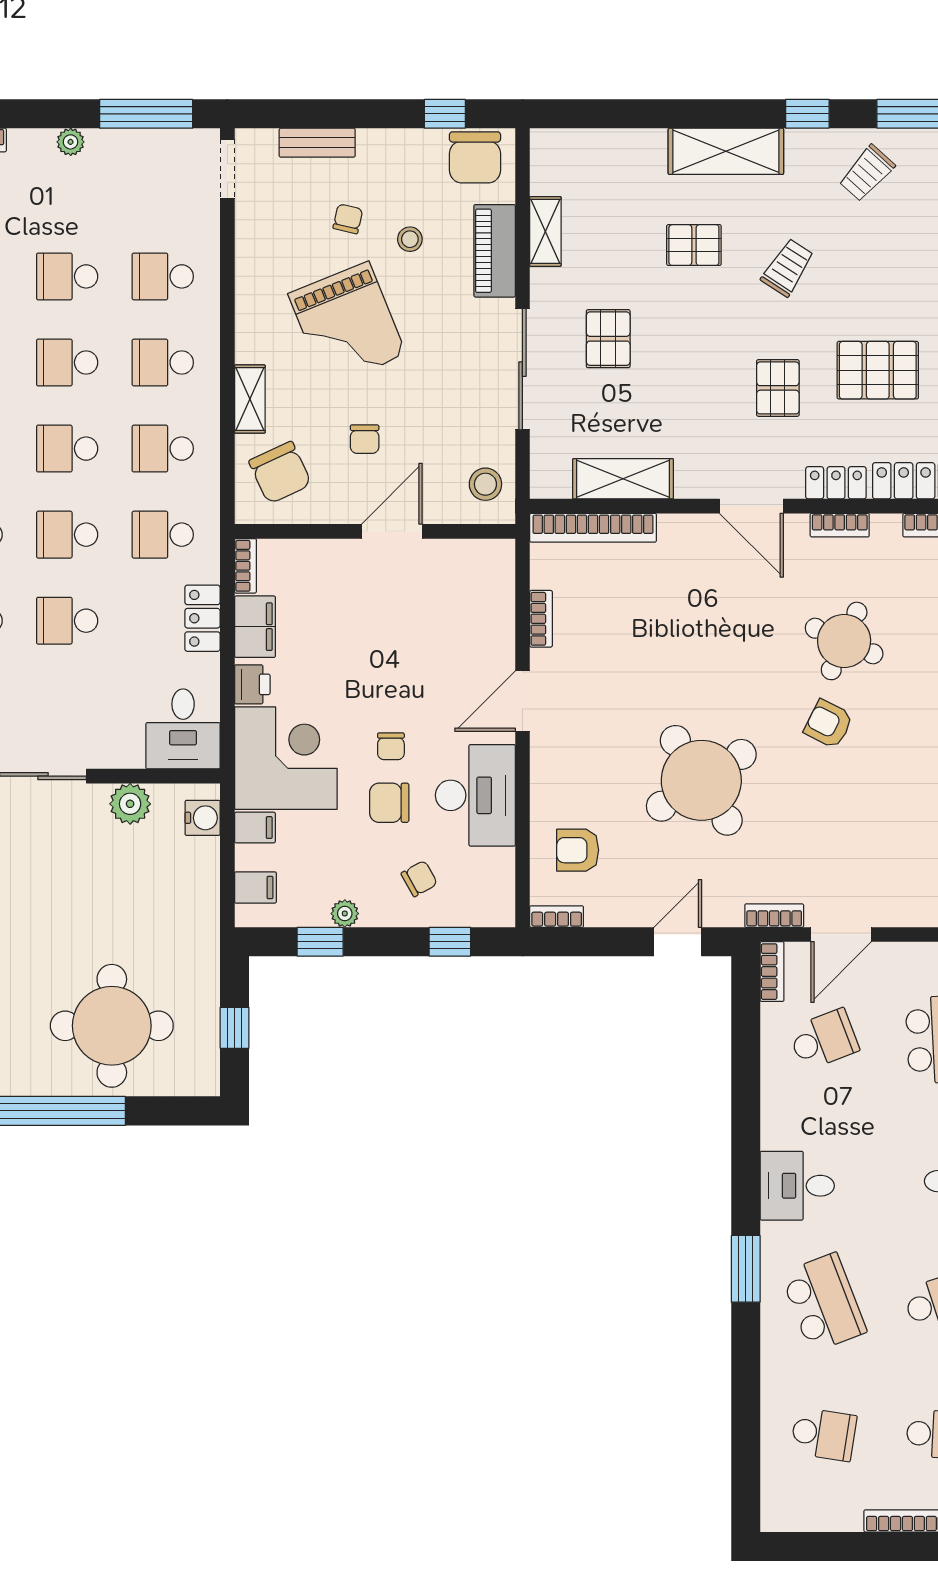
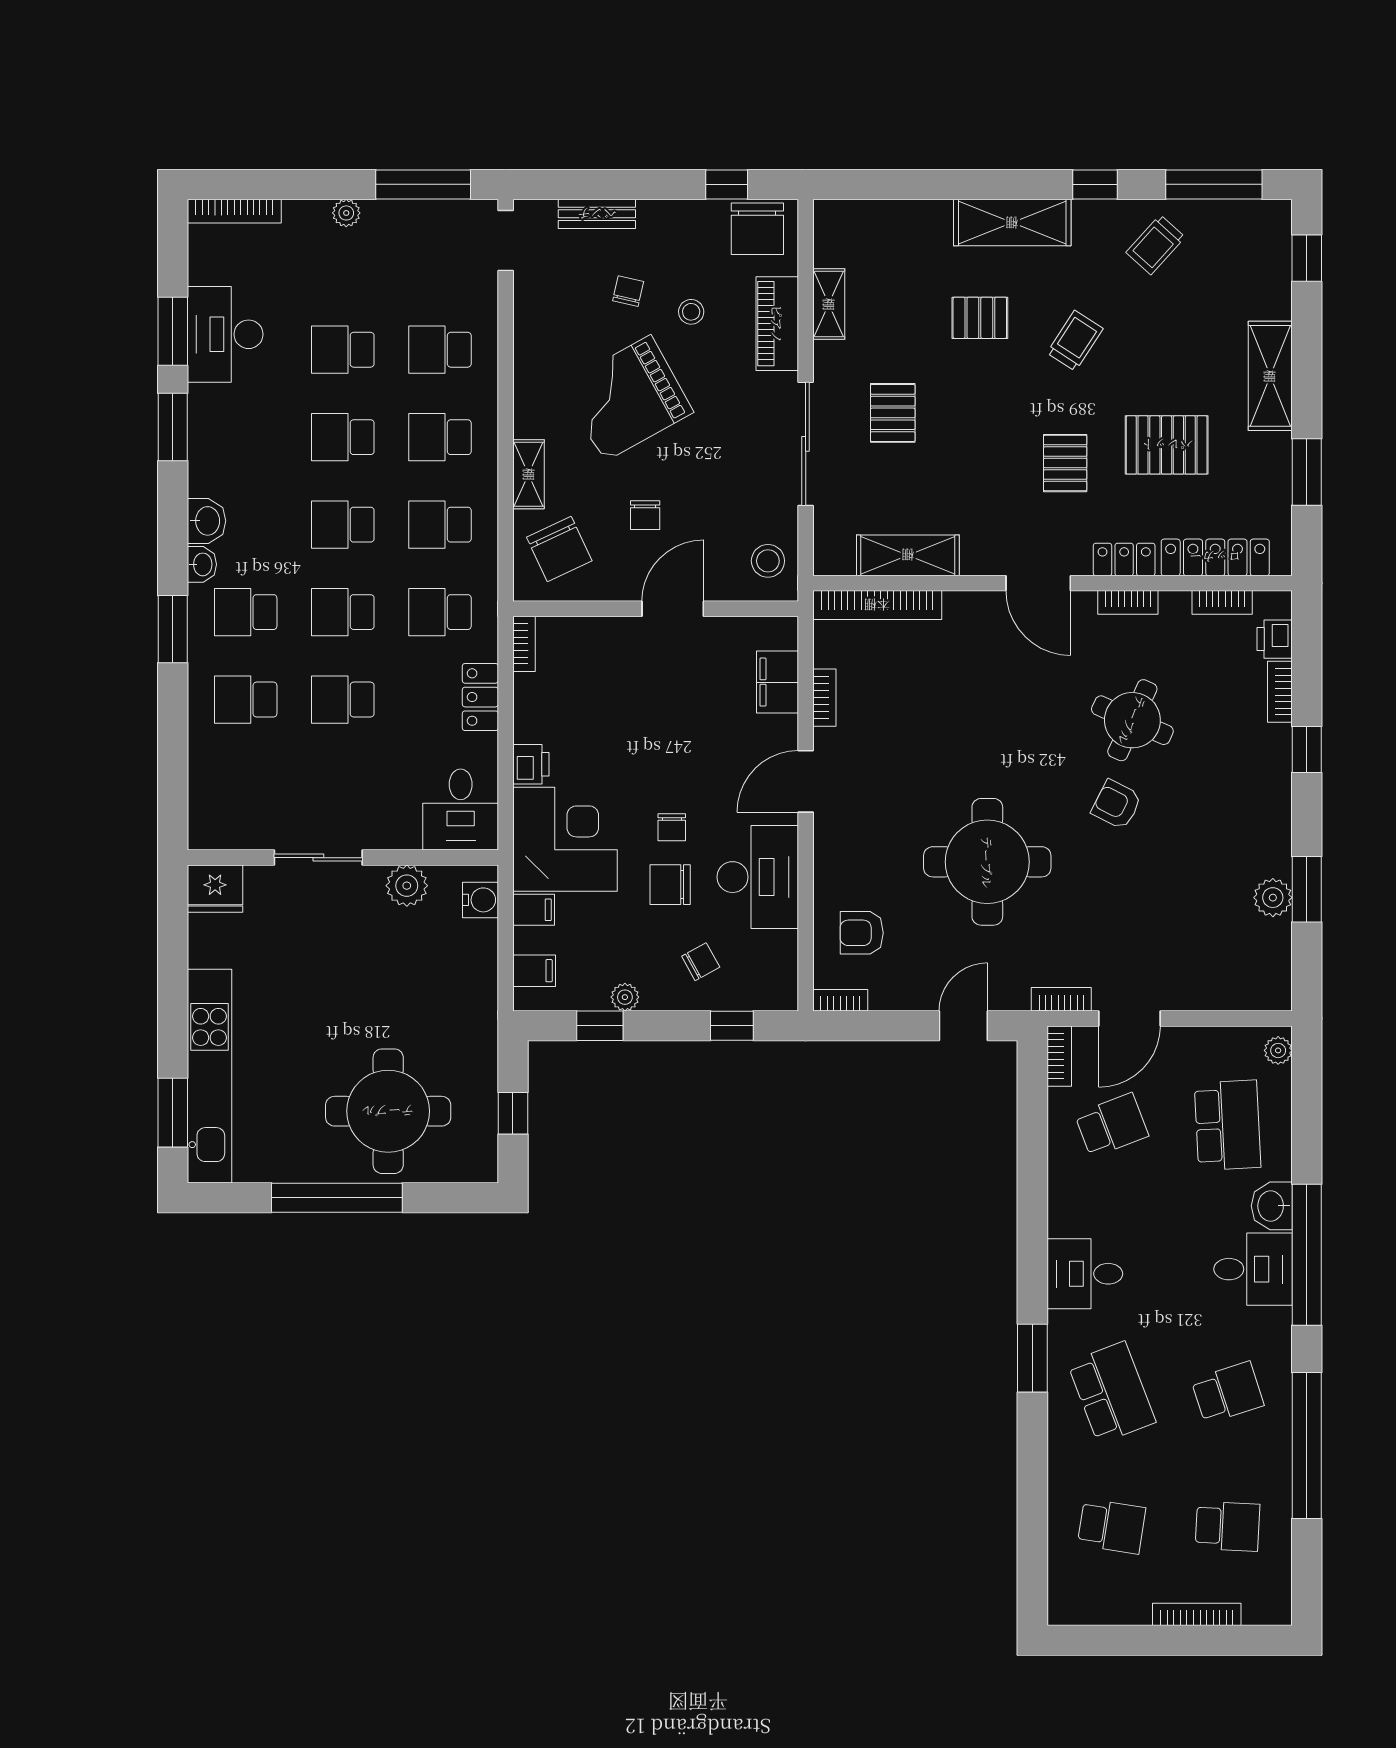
grand piano: (347, 324) -> (627, 398), turned 83
filing cabinet: (255, 627) -> (777, 682), moved, turned 180
round table: (701, 780) -> (987, 862), turned 33

